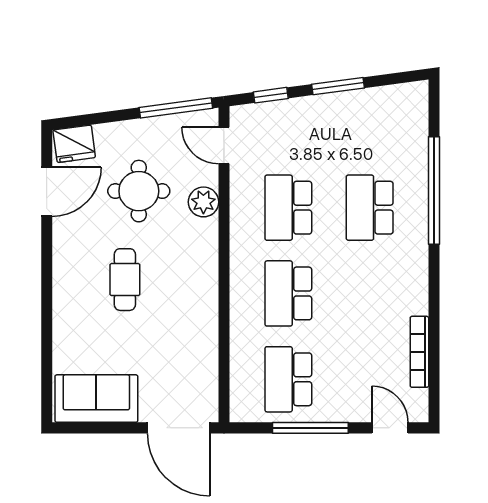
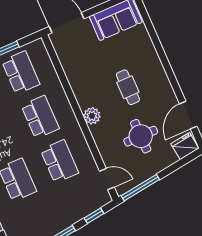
plant: (203, 202) -> (92, 116), moved

